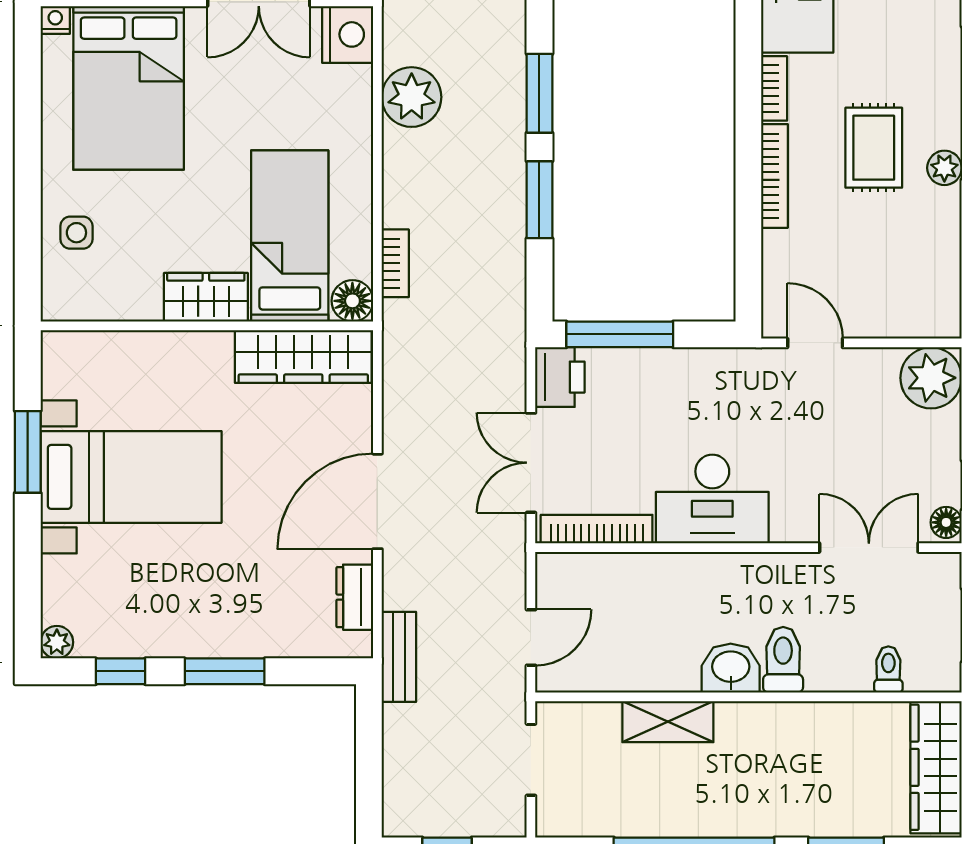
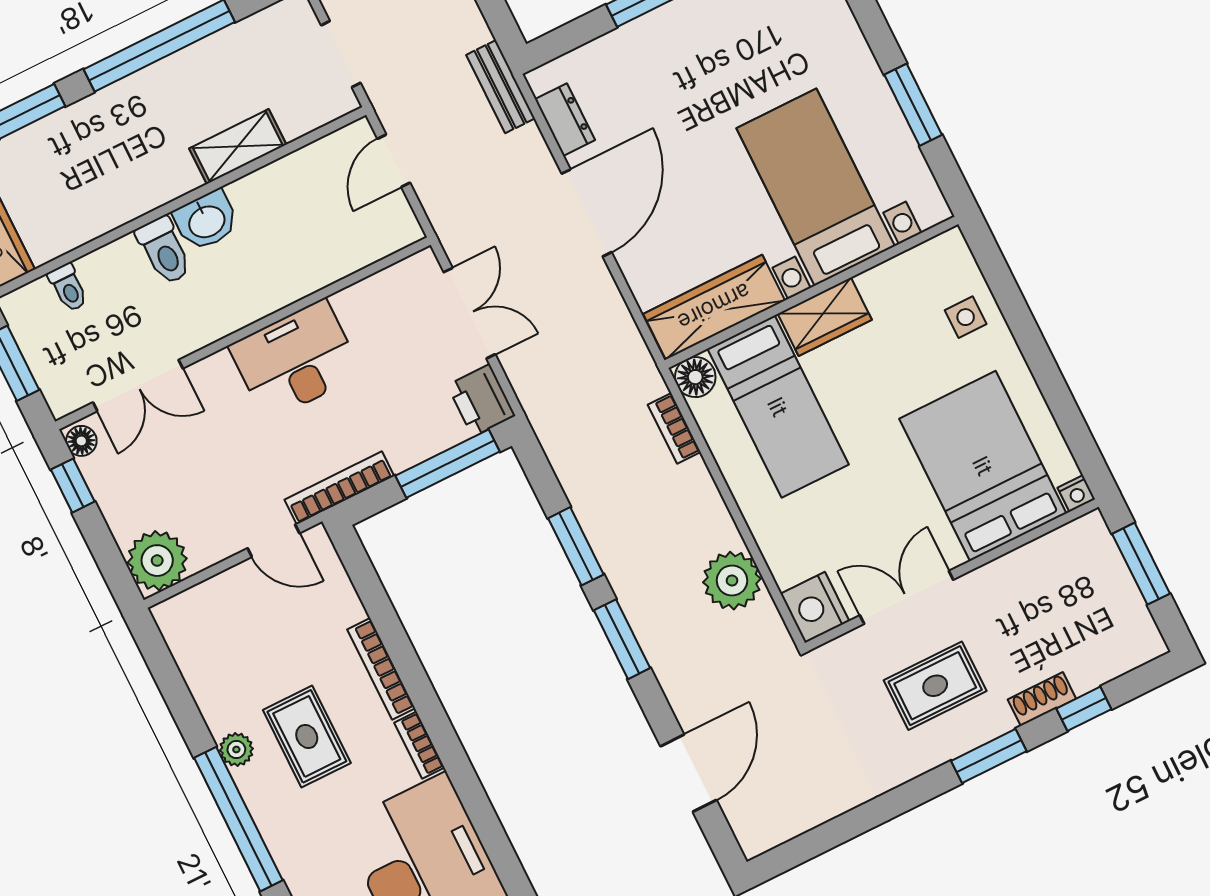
bed with nightstands: (131, 477) -> (816, 187), moved, turned 90
bookcase: (597, 529) -> (339, 488), moved, turned 180

